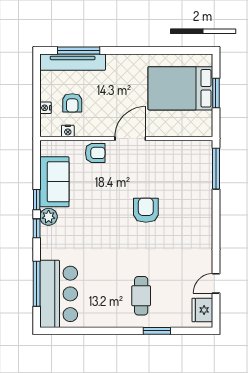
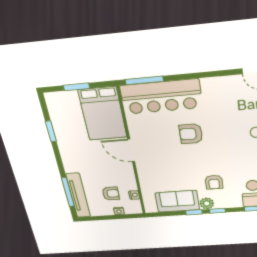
window: (164, 50) -> (51, 131), added
bed: (180, 88) -> (103, 114), moved
armchair: (95, 153) -> (214, 182), moved, turned 180
bar counter: (195, 184) -> (161, 97), added

